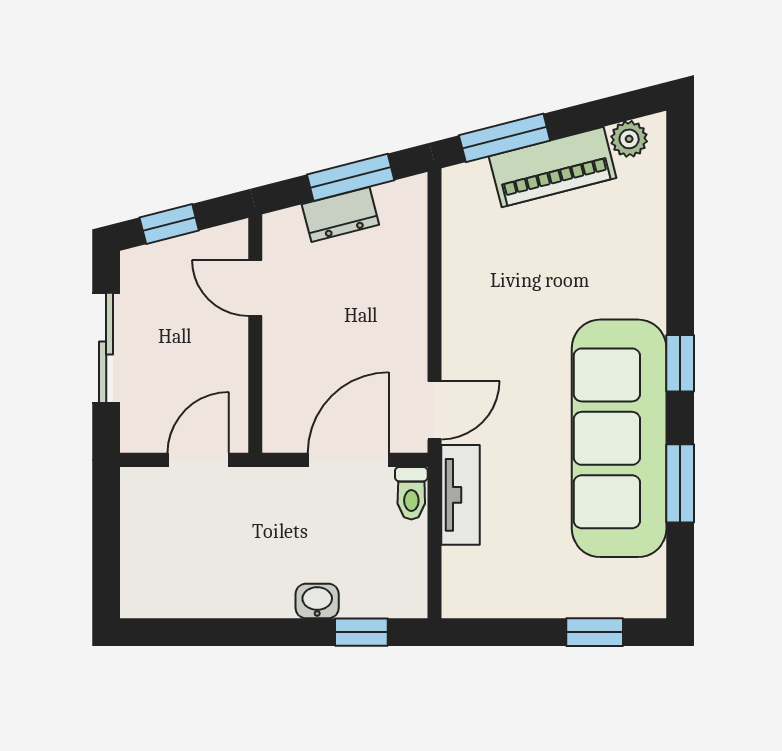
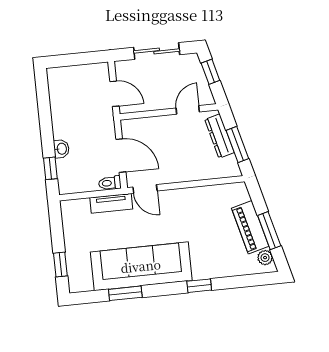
window: (505, 138) -> (269, 231), moved
dresser: (340, 214) -> (219, 136), width x1.44
window: (680, 363) -> (199, 286), moved

